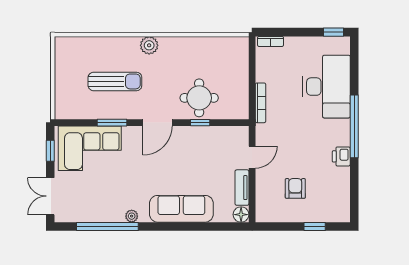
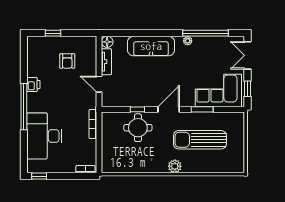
sun lounger: (115, 81) -> (200, 140), width x1.36, depth x1.34
door: (252, 157) -> (99, 84), hinge flipped
double door: (50, 196) -> (247, 55), swing flipped

